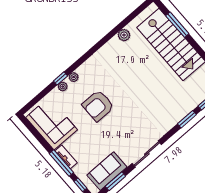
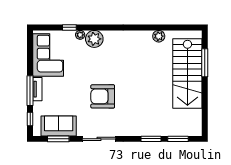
plant: (74, 77) -> (94, 39), width x1.87, depth x1.87
window: (61, 78) -> (69, 27), moved
armchair: (98, 106) -> (103, 96), moved

